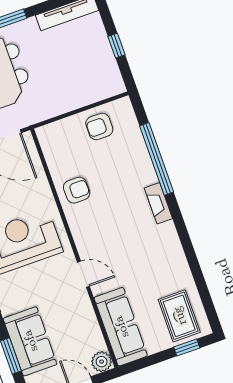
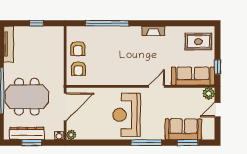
armchair: (77, 190) -> (78, 69), moved, turned 180
fireplace: (158, 203) -> (153, 31), moved
window: (187, 347) -> (217, 67), moved

